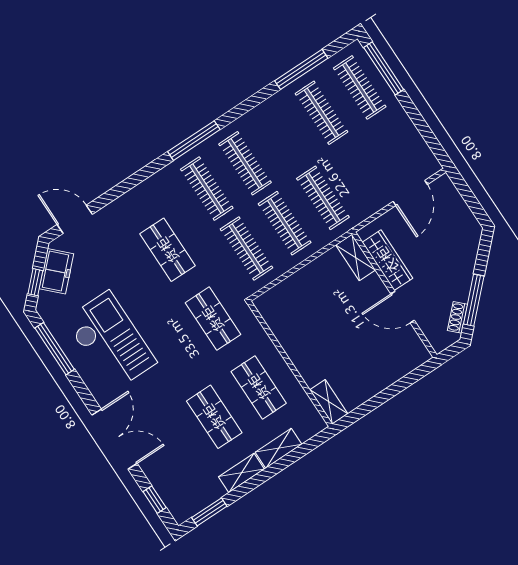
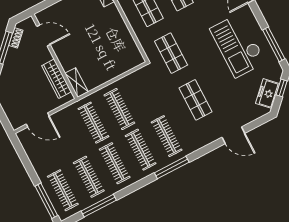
door: (410, 193) -> (38, 120), swing flipped
door: (75, 219) -> (233, 135), moved
clothes rail: (246, 248) -> (115, 163), moved
door: (403, 307) -> (44, 36), moved

